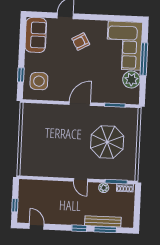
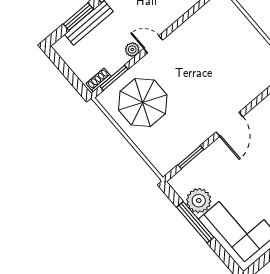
window: (144, 59) -> (195, 222), moved
parasol: (107, 142) -> (143, 103), moved
plant: (104, 188) -> (132, 49), moved

